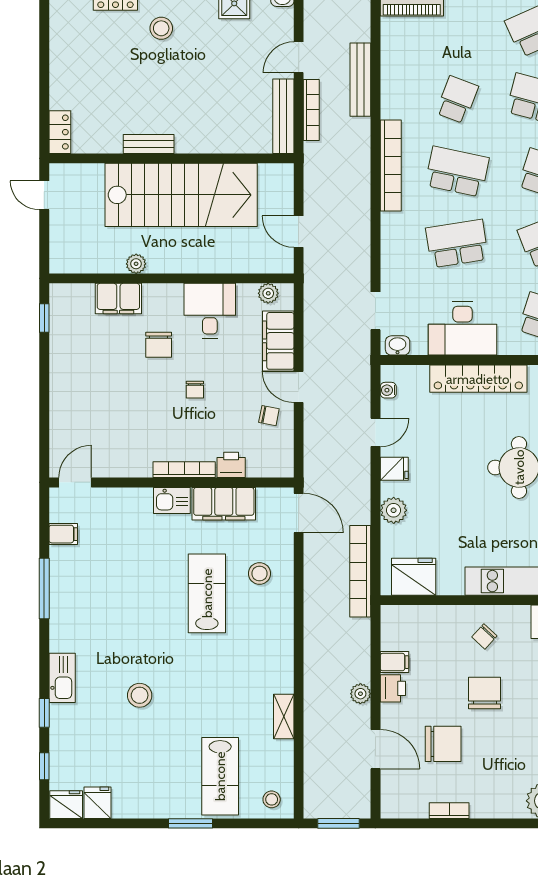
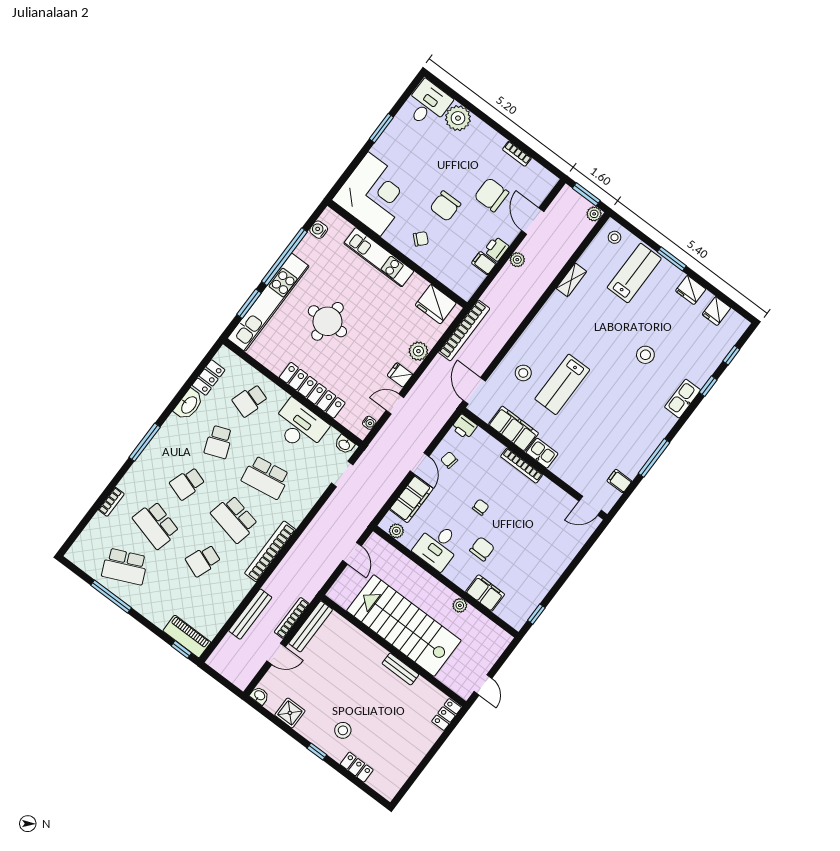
printer: (231, 465) -> (464, 427), moved
fridge: (66, 805) -> (691, 290), moved
plant: (314, 808) -> (594, 214), added

